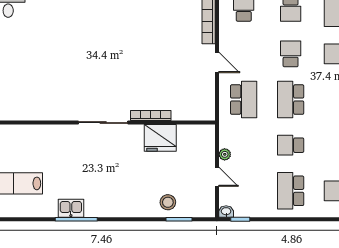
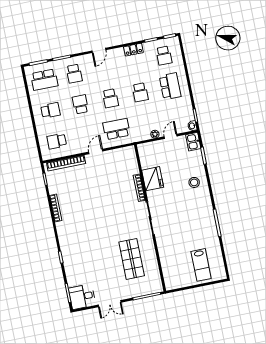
school desk: (291, 54) -> (80, 104), turned 90
shop shelf: (49, 83) -> (132, 259), added
school desk: (291, 100) -> (110, 98), width x0.54
school desk: (291, 191) -> (170, 86), turned -90
stool: (168, 202) -> (194, 182), moved
kitchen sink: (71, 208) -> (193, 142), moved

